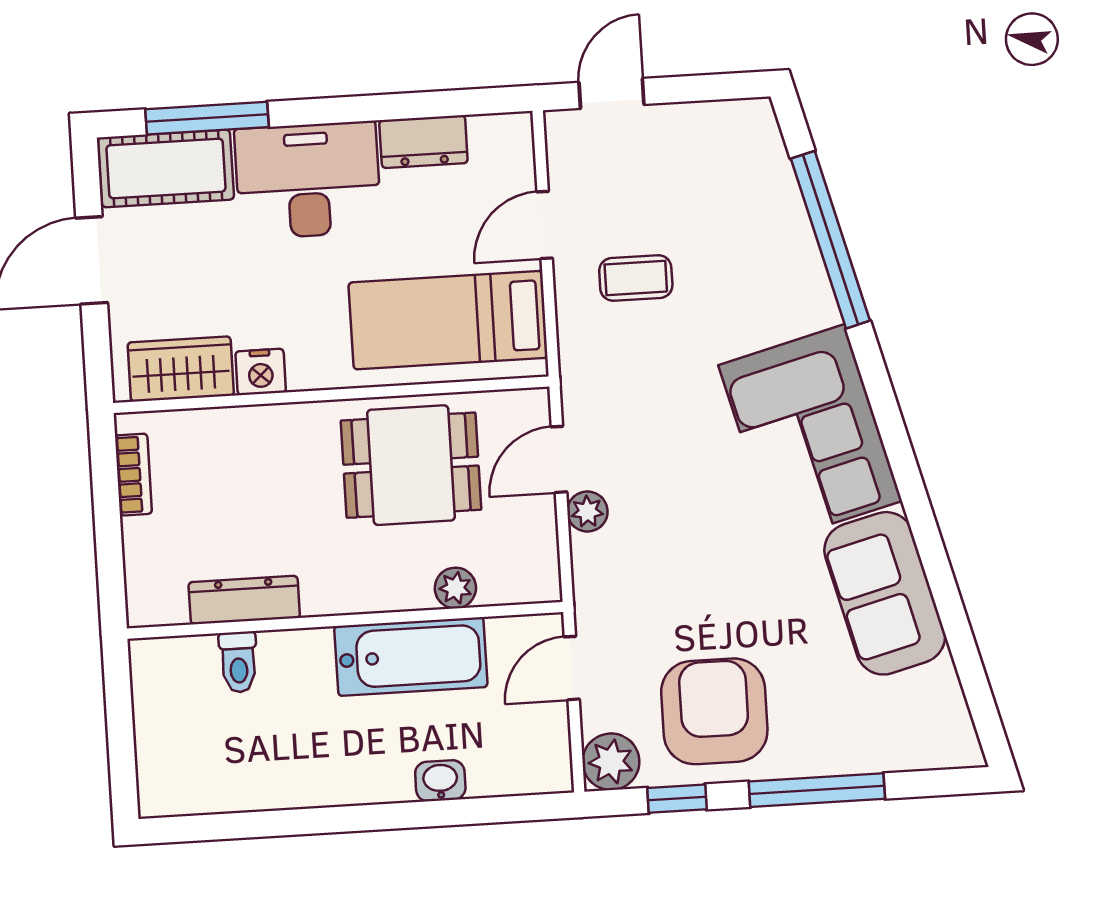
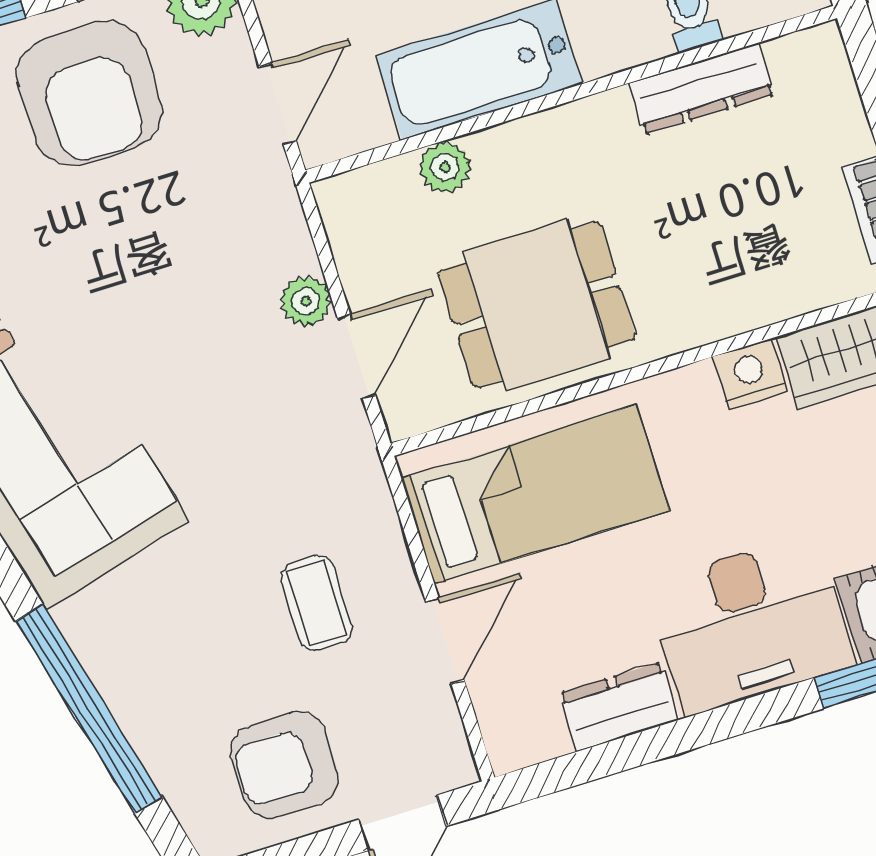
armchair: (691, 160) -> (285, 765), added
coffee table: (636, 278) -> (317, 603), turned 90

